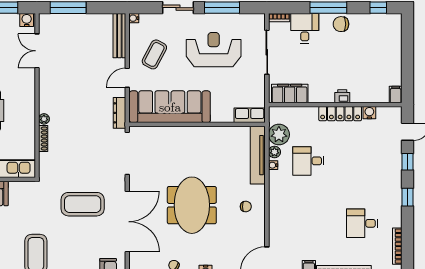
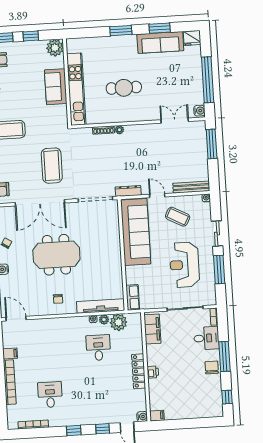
reception desk: (214, 50) -> (185, 265), turned 180
water cooler: (369, 113) -> (142, 417), moved

